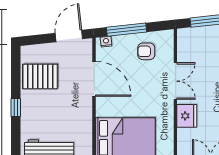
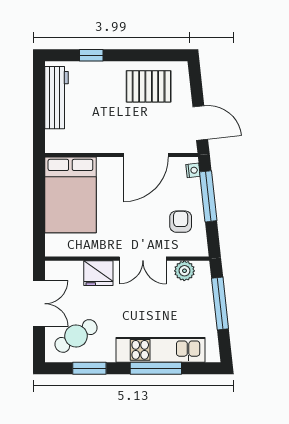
plant: (185, 48) -> (184, 271), added
pallet: (40, 76) -> (149, 86), turned 90
window: (16, 108) -> (91, 55), moved

